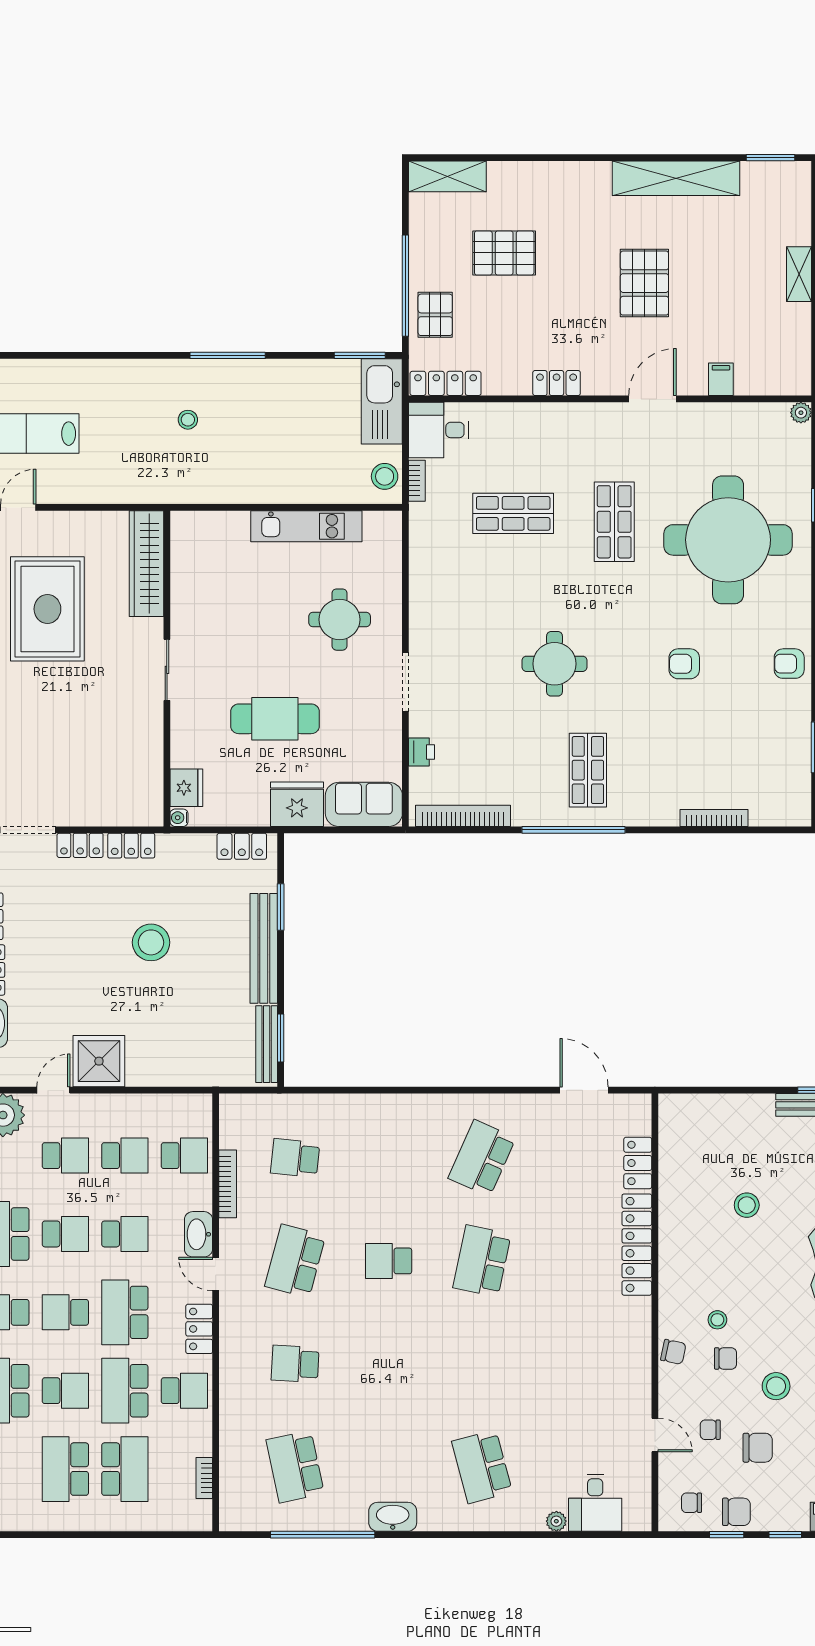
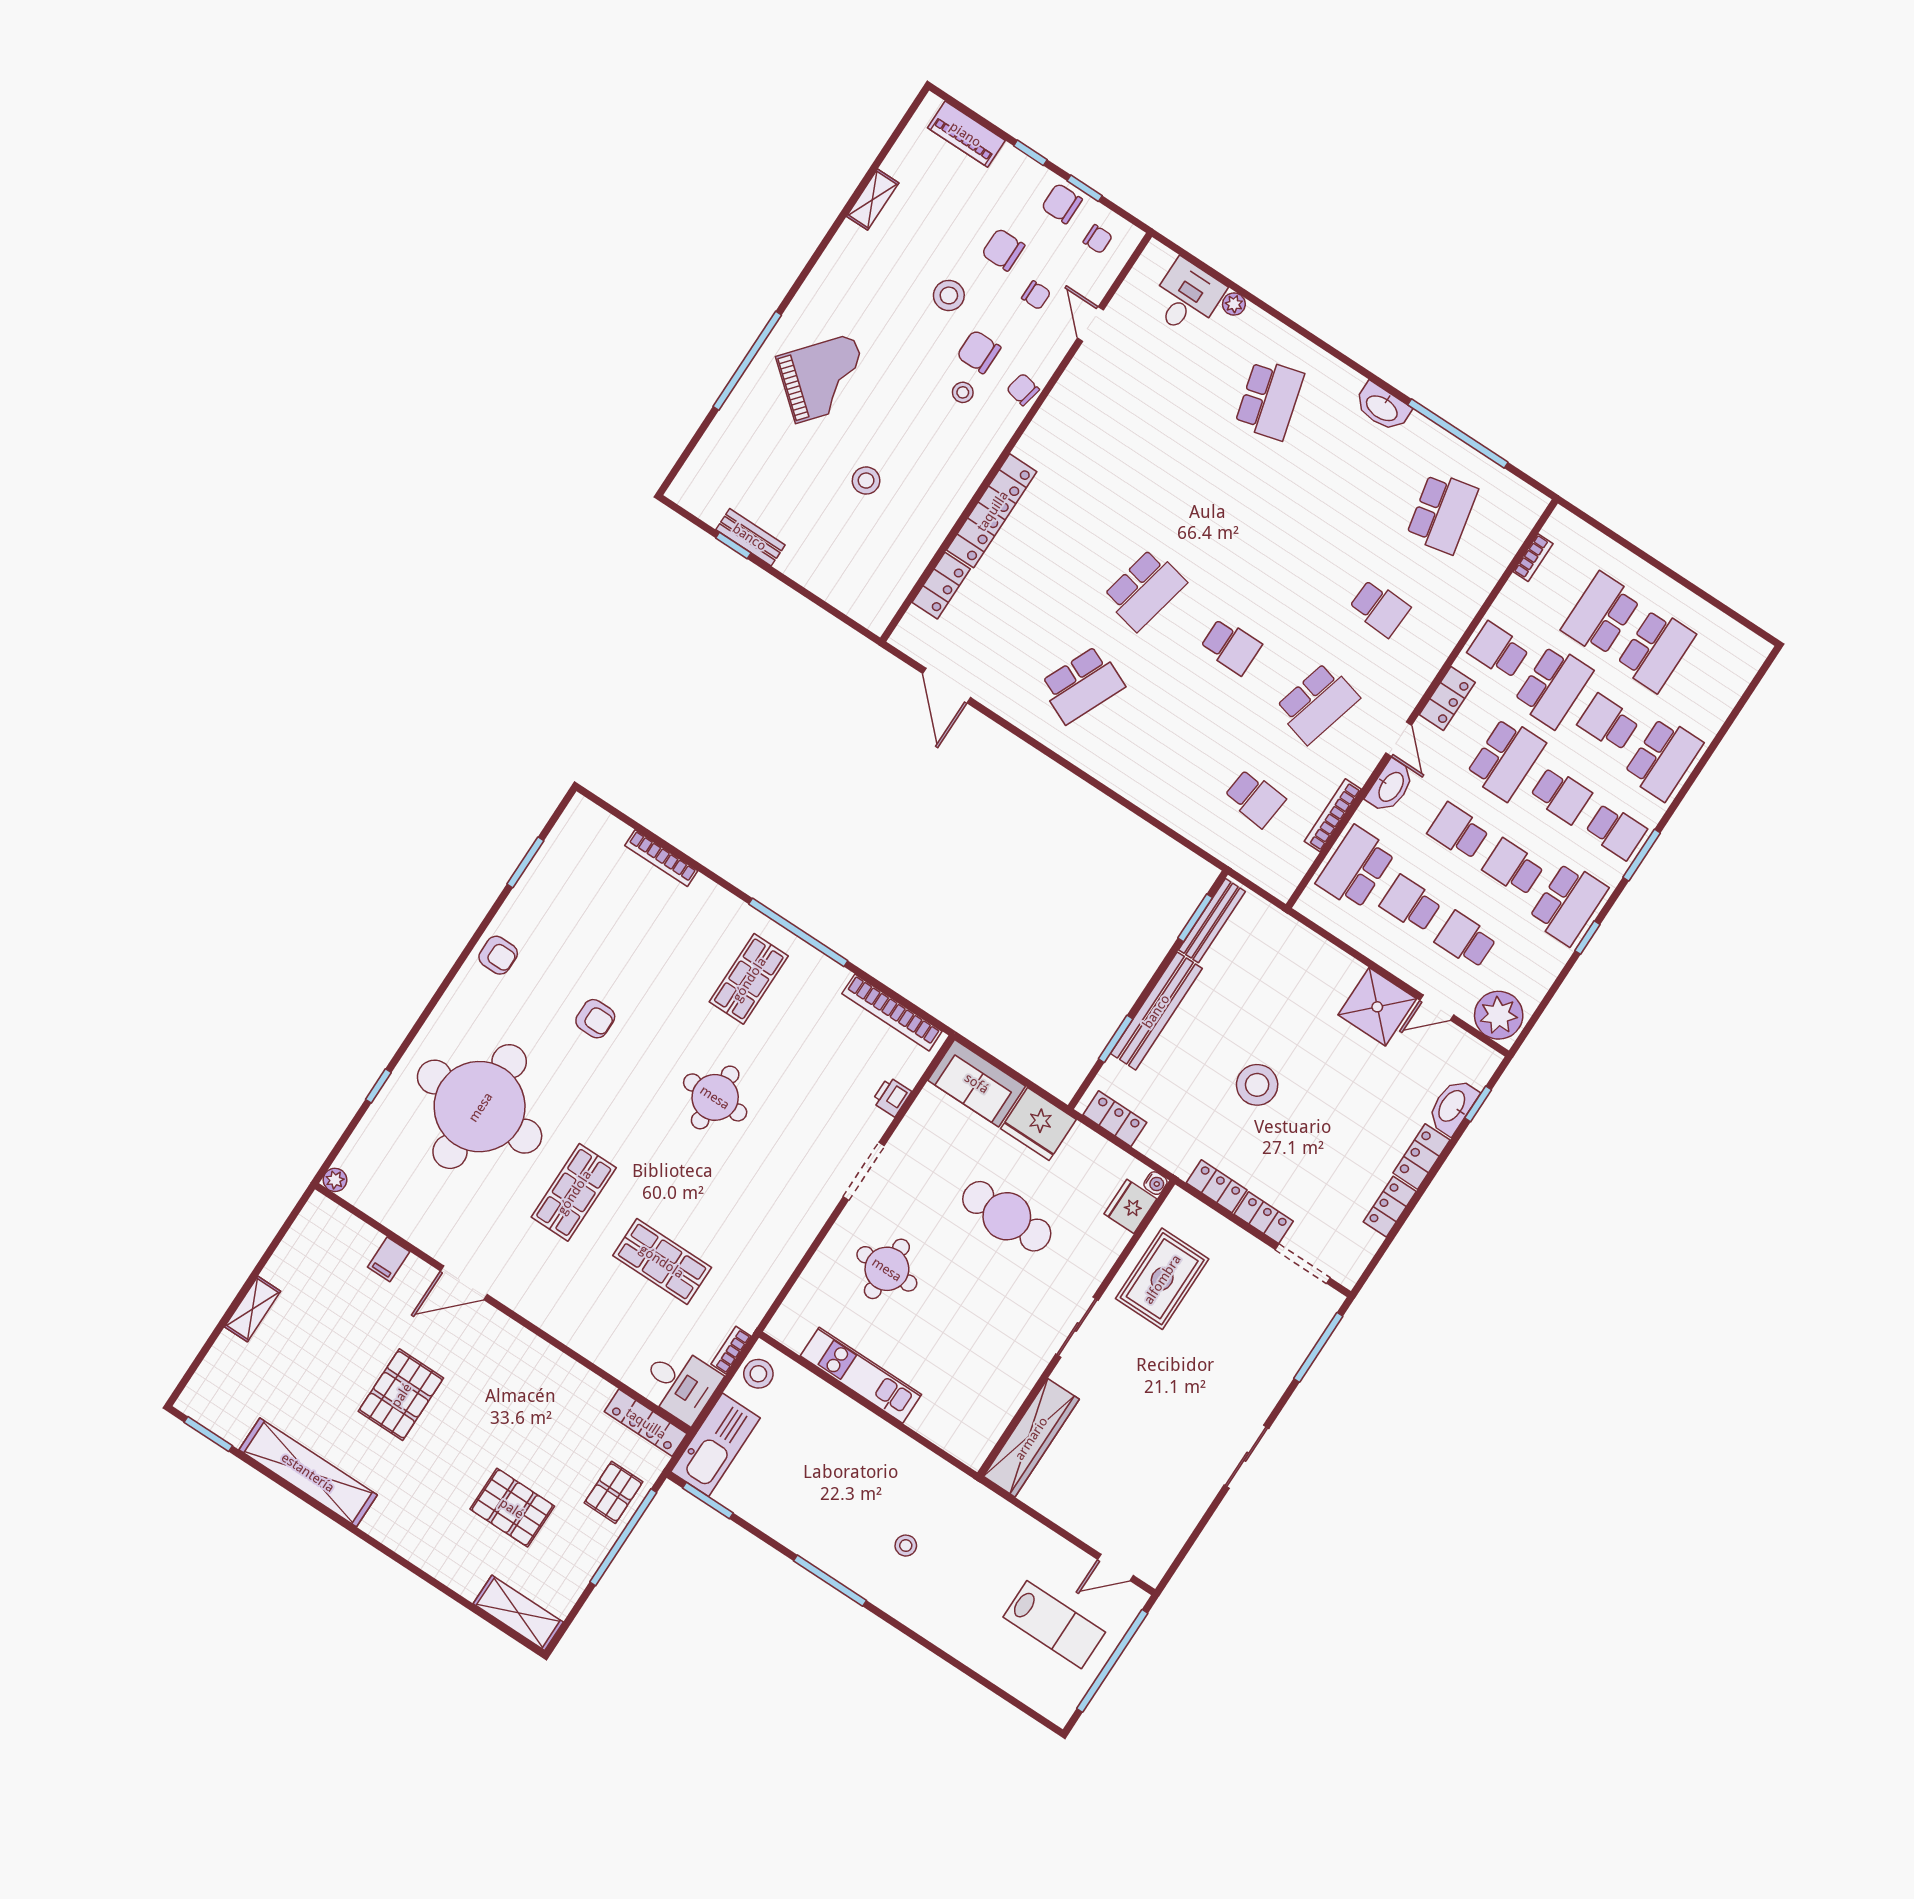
locker: (557, 383) -> (543, 1356), removed
rug: (47, 609) -> (1162, 1279), moved, width x0.73, depth x0.69
school desk: (184, 1156) -> (1356, 868), width x1.85
chair: (725, 1358) -> (979, 352), width x1.37, depth x1.37

